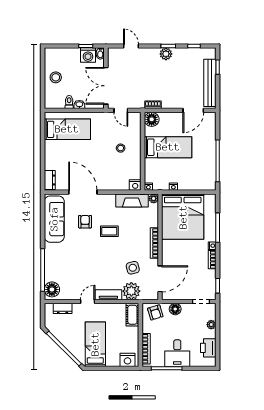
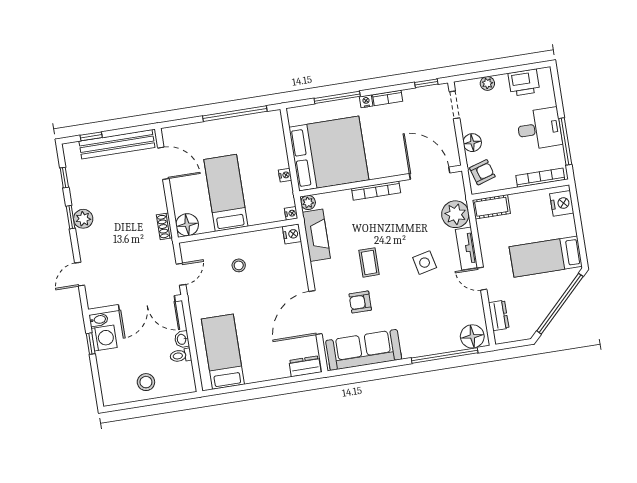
side table: (133, 268) -> (425, 263), moved

